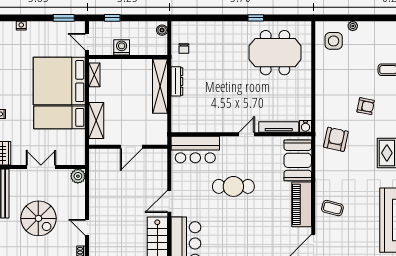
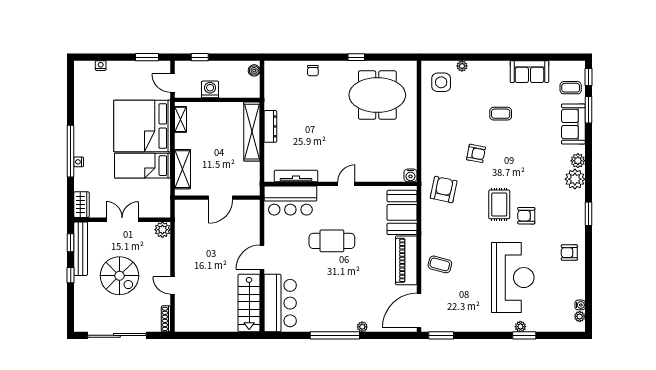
chair: (184, 48) -> (313, 71), moved
tv unit: (279, 127) -> (296, 176), moved

